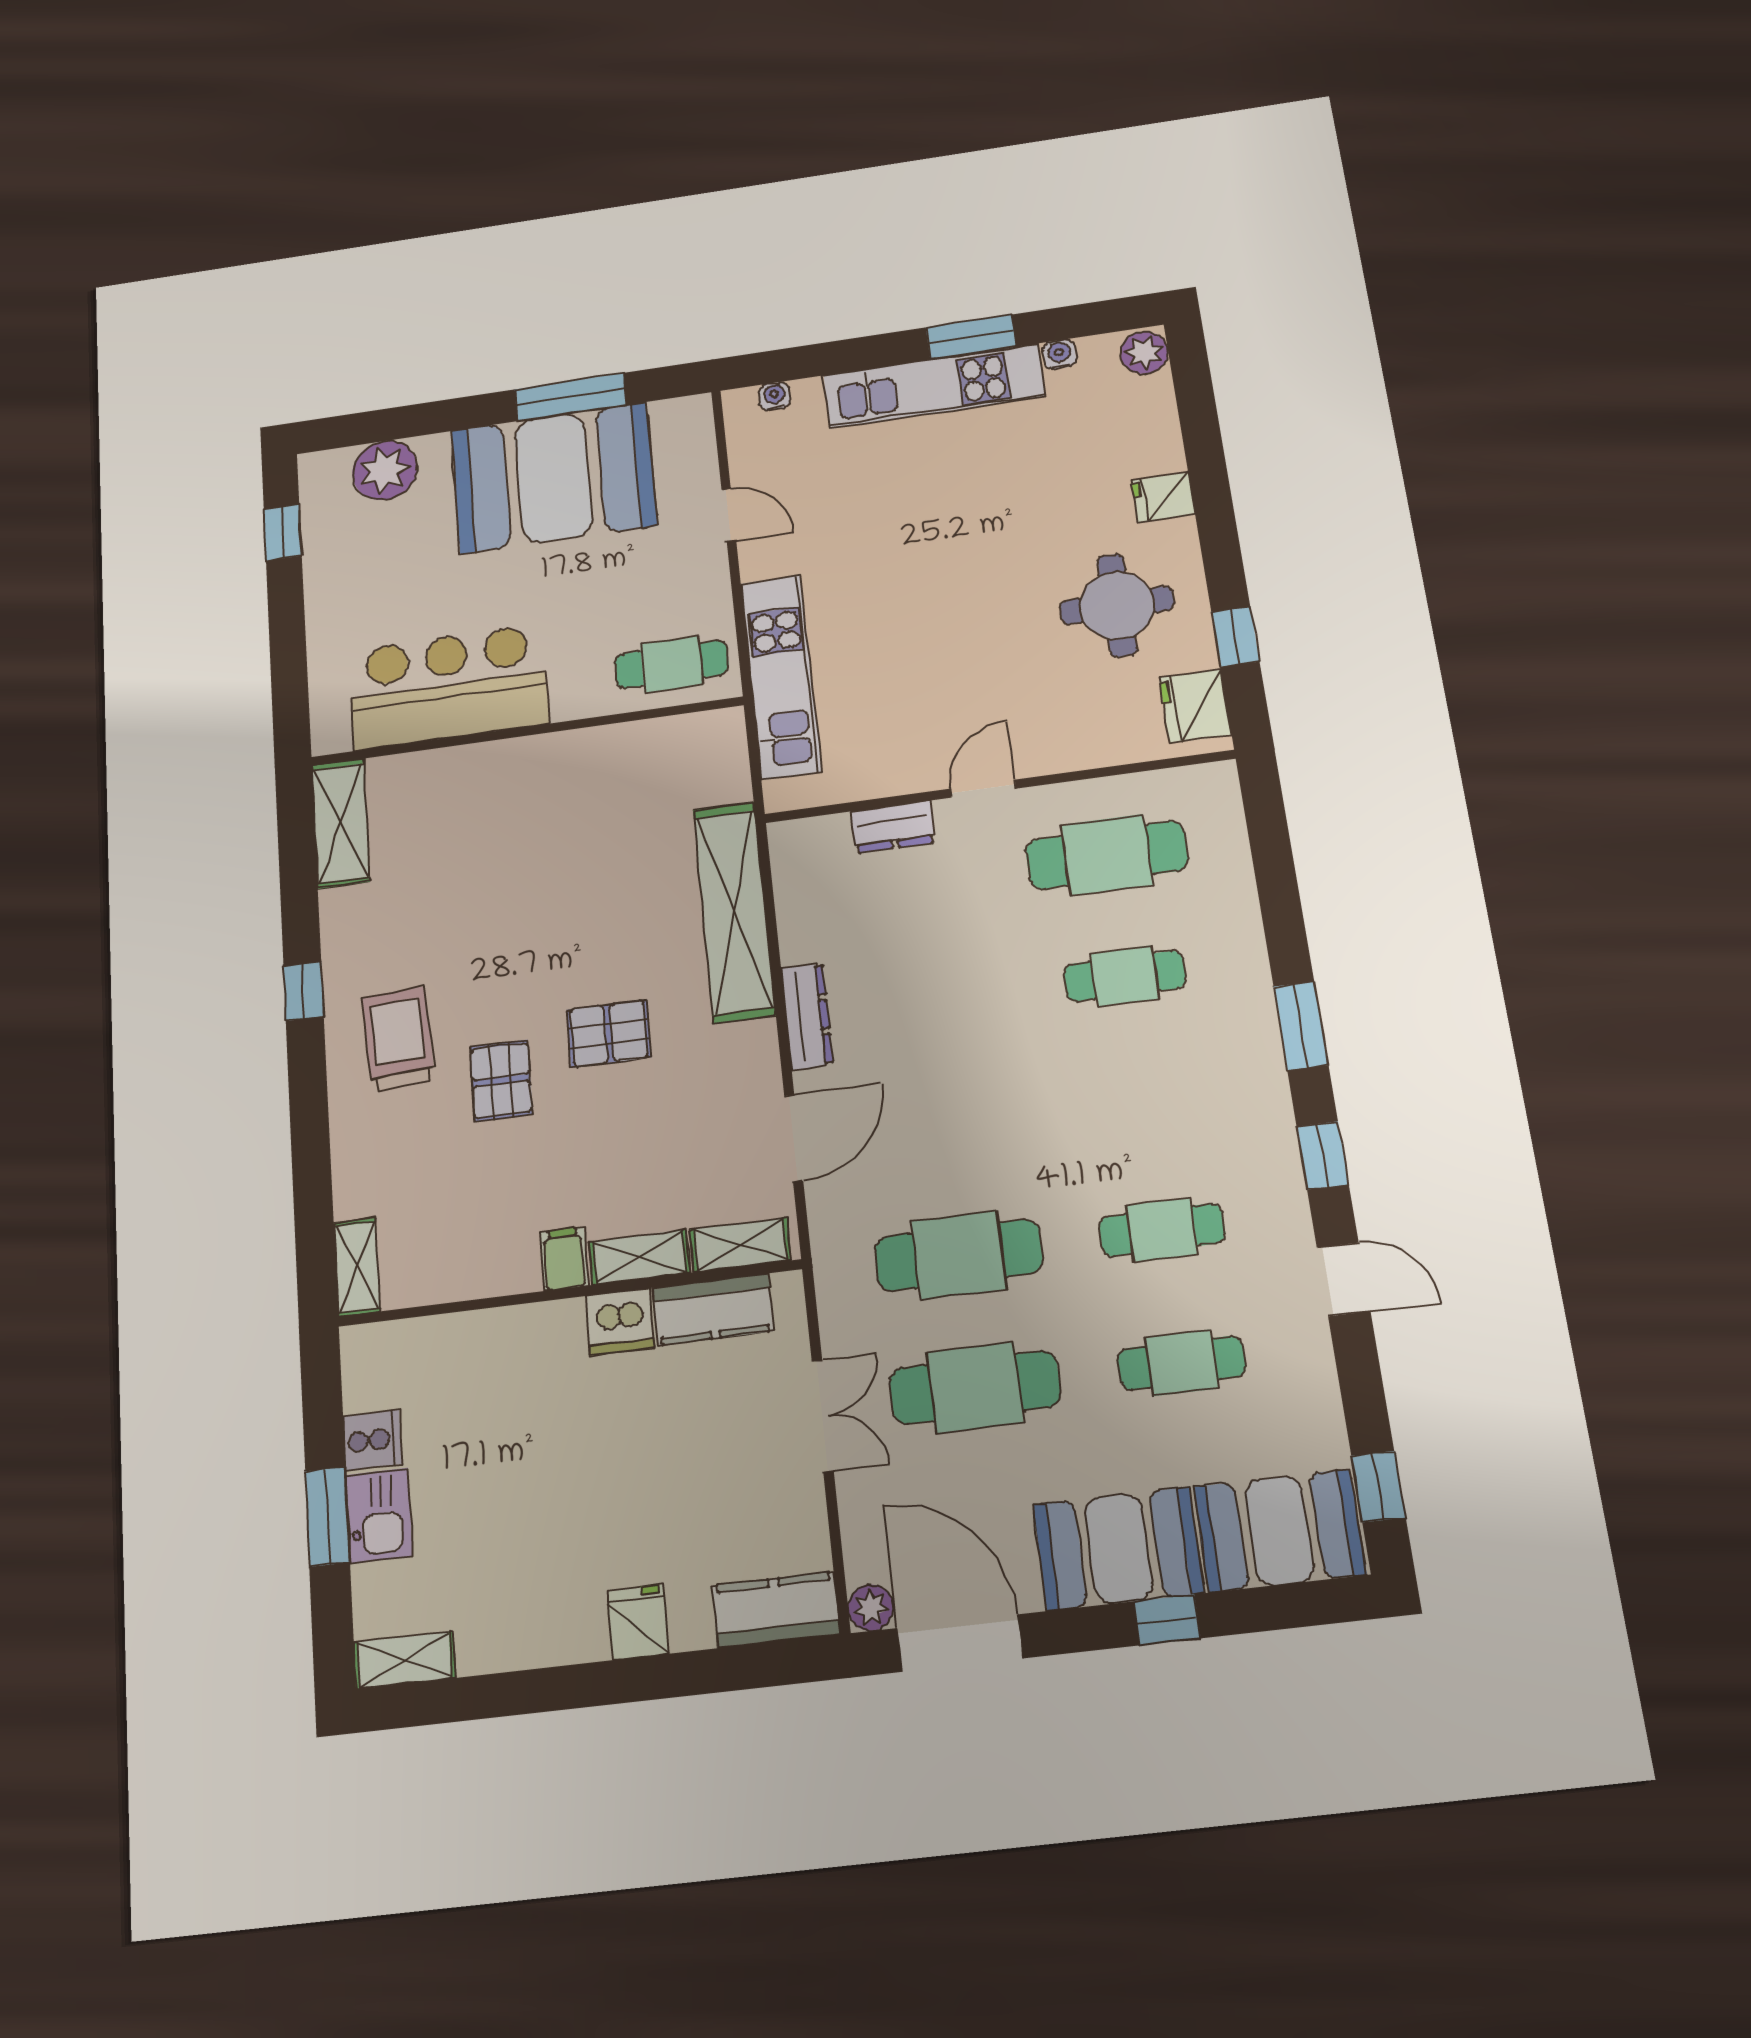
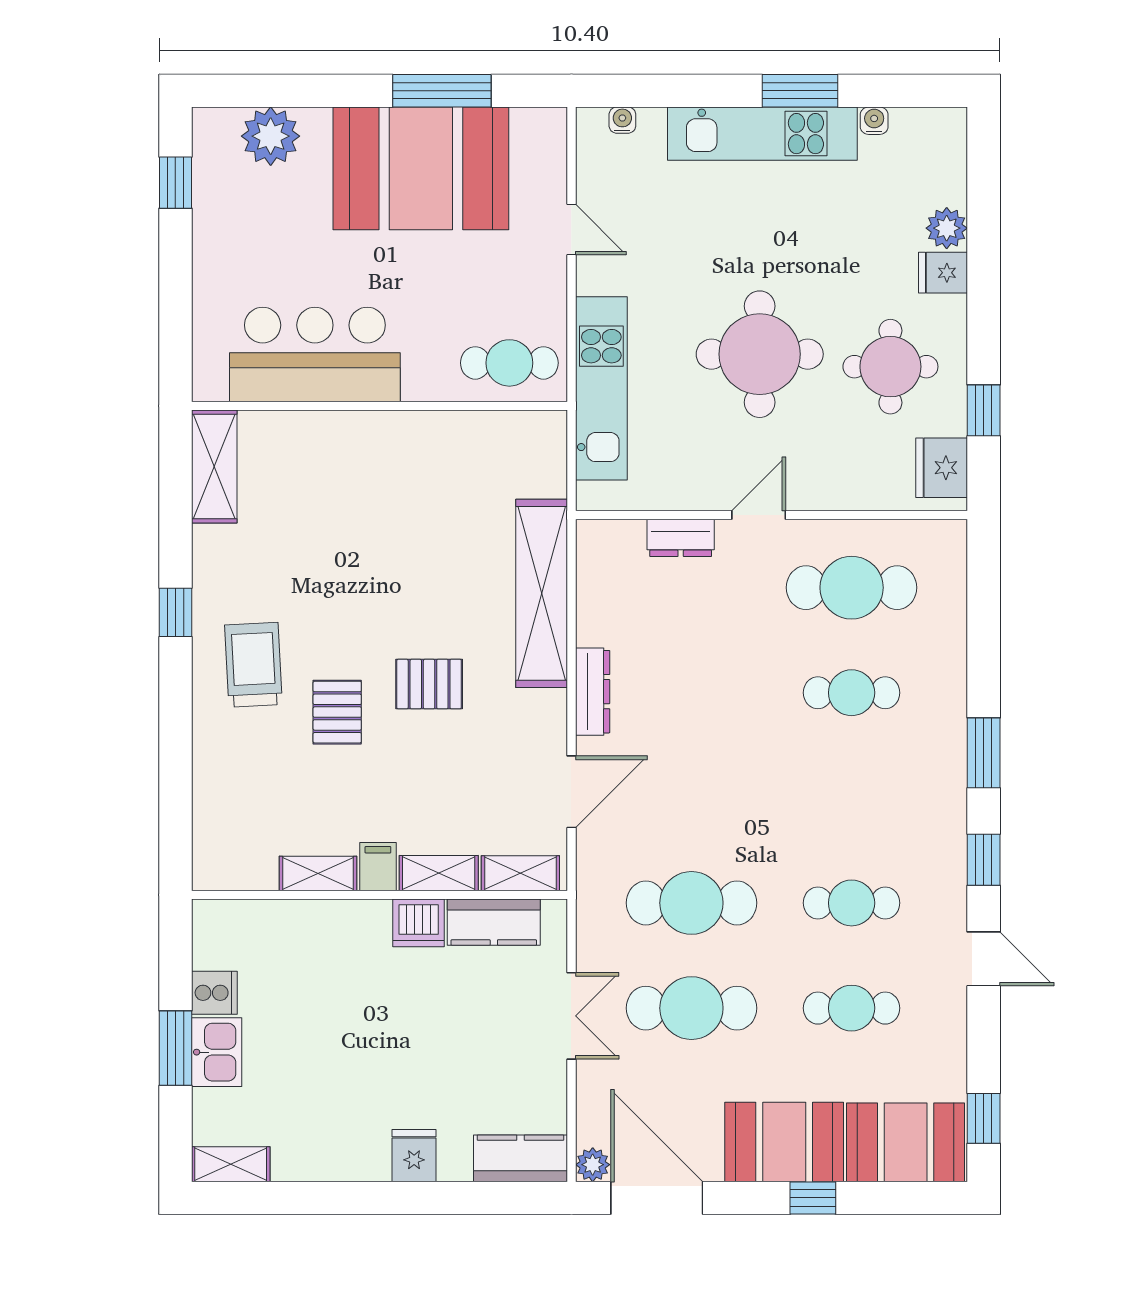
plant: (1144, 353) -> (947, 228), moved
round table: (961, 614) -> (760, 354), added
shelving: (357, 1267) -> (318, 873), moved, turned 90

